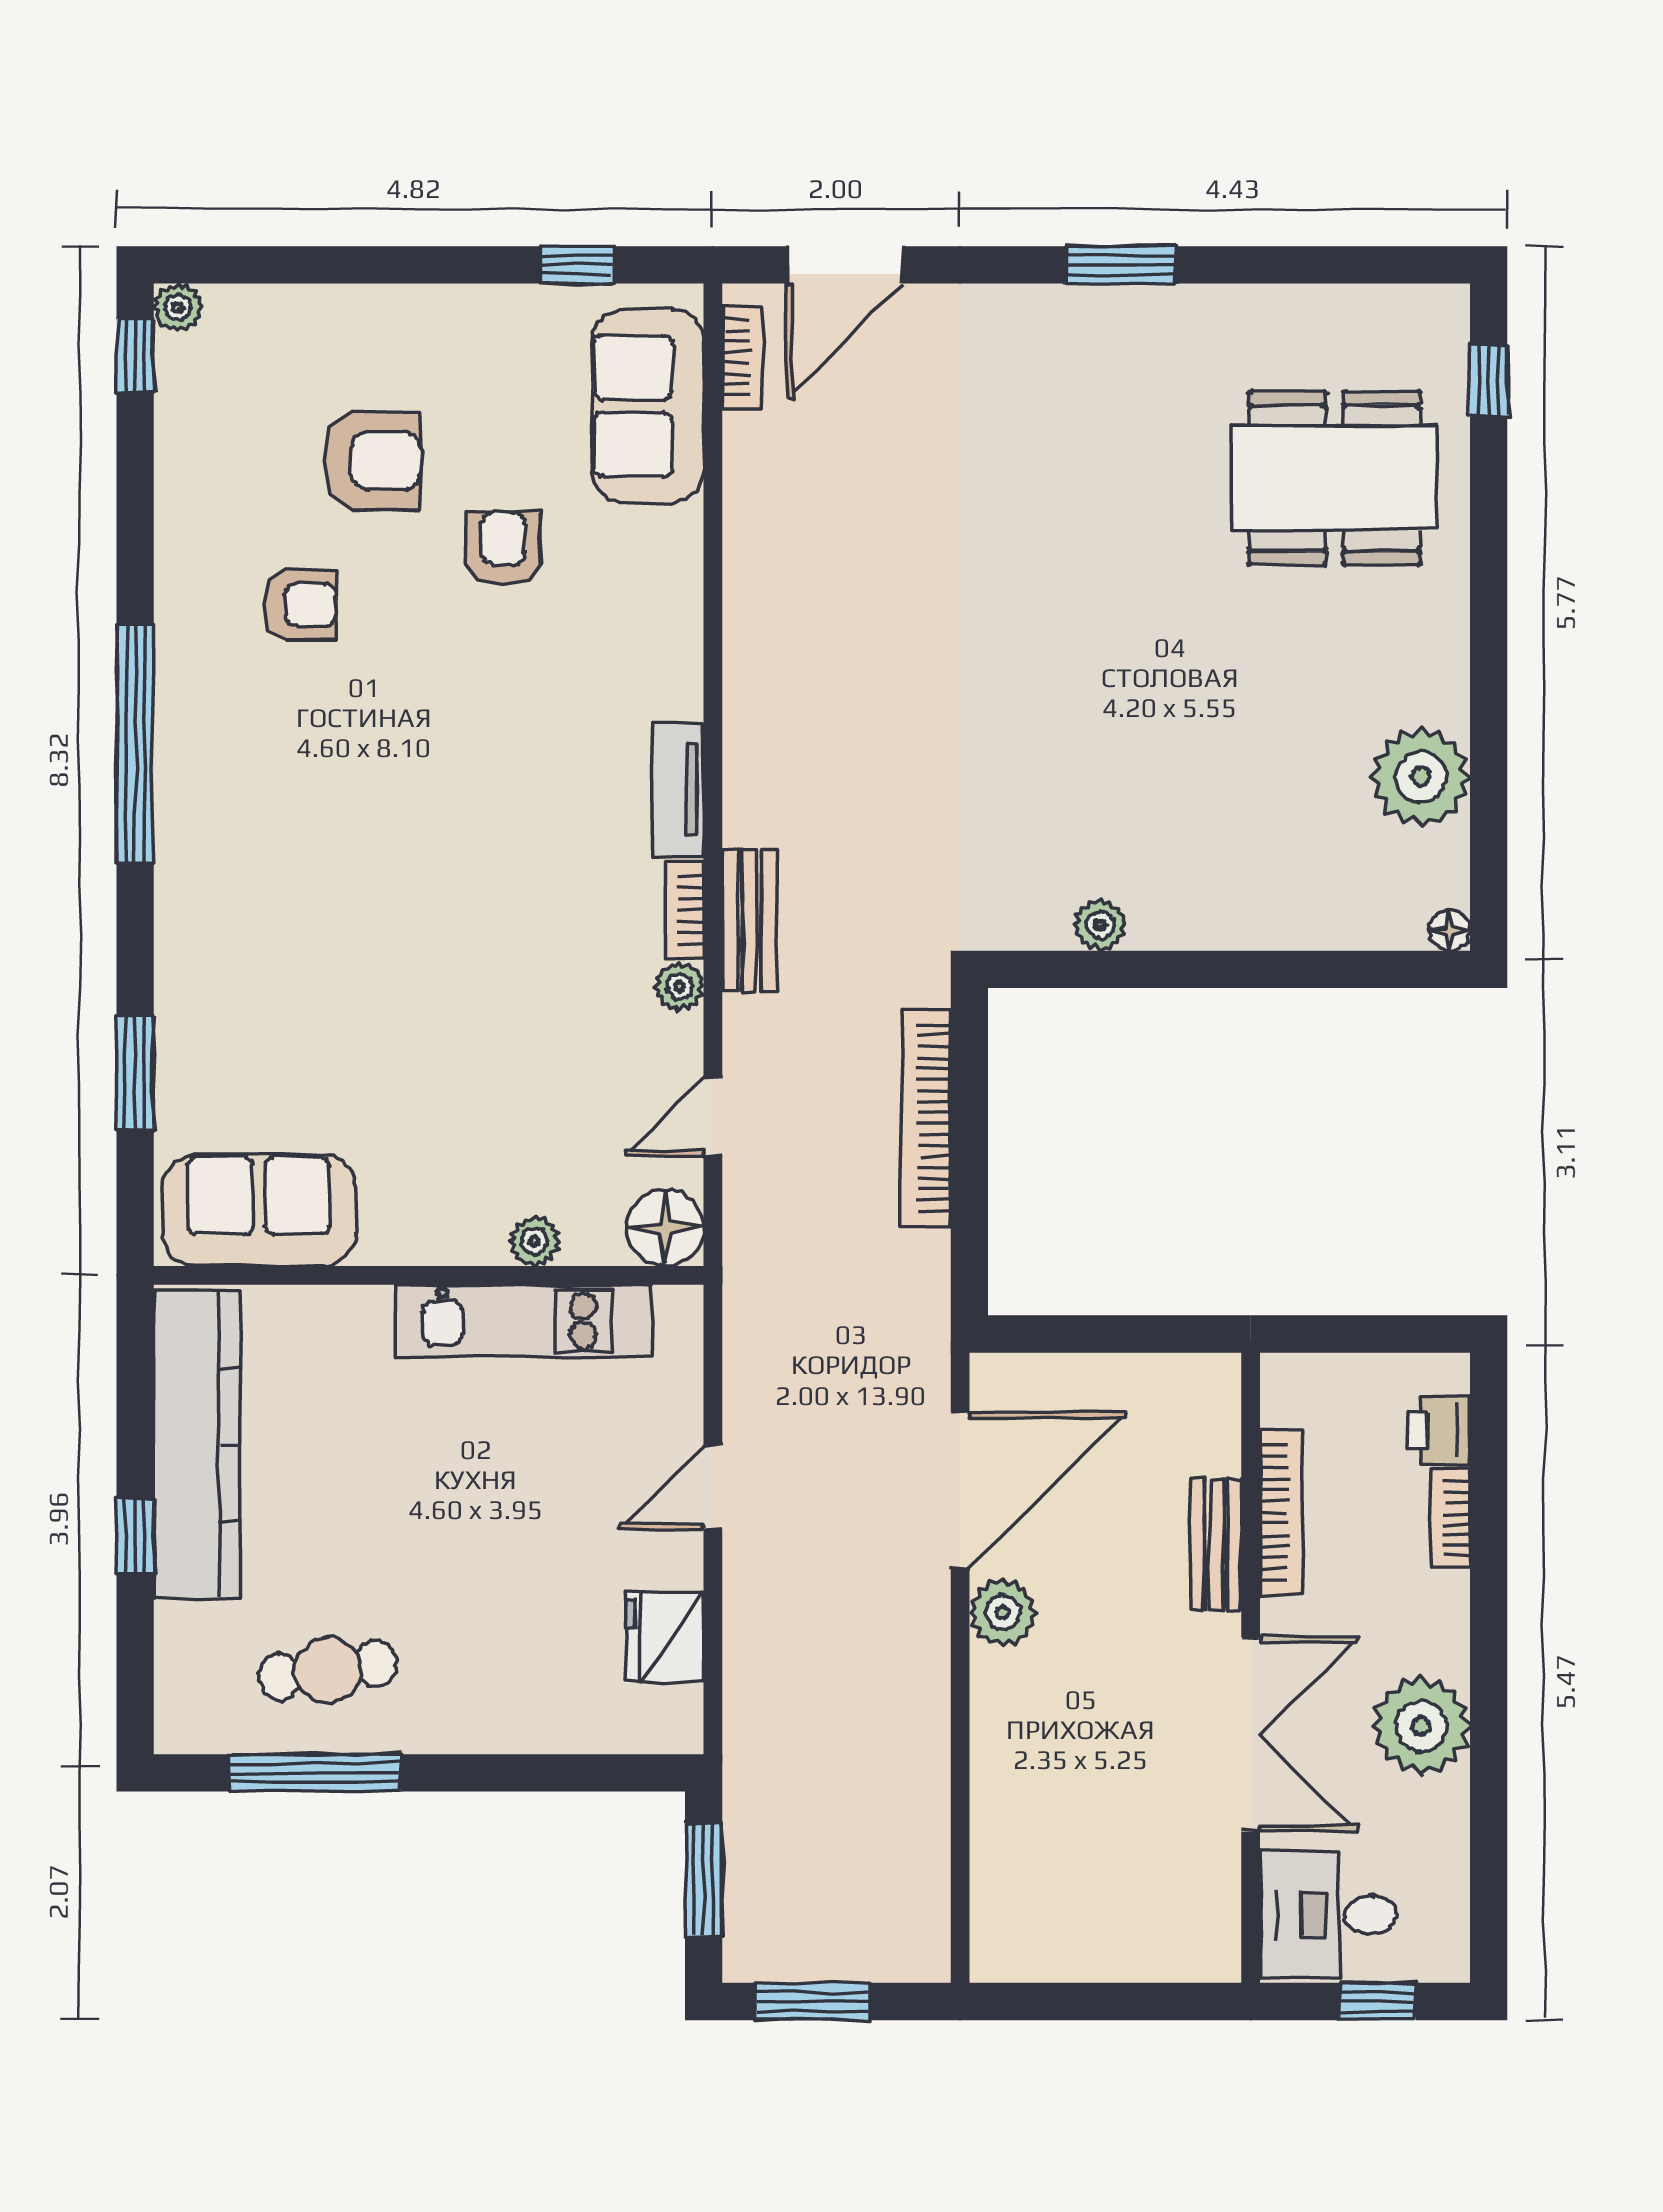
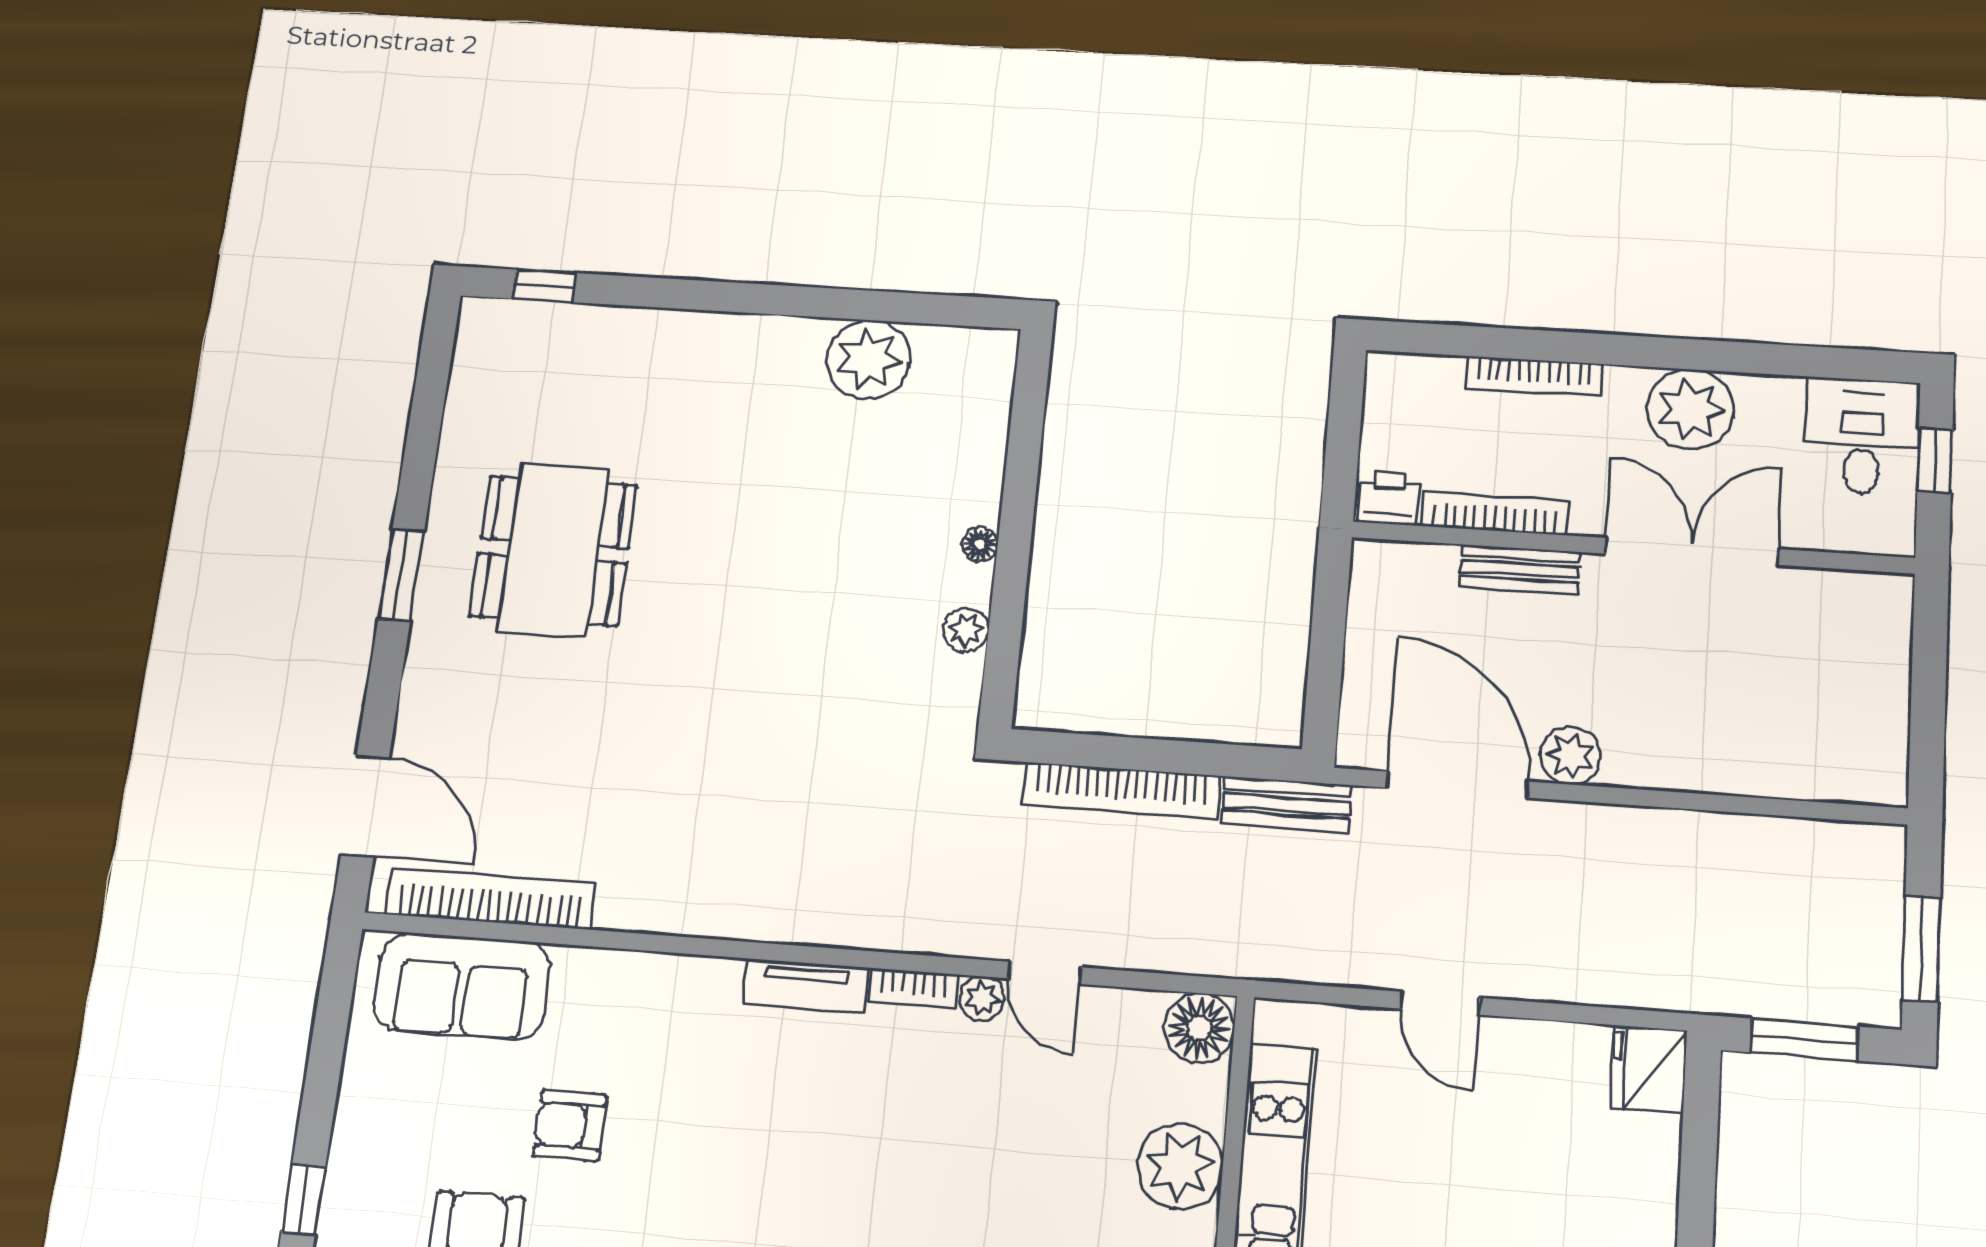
window: (577, 265) -> (303, 1200), moved
bookcase: (743, 357) -> (491, 899), width x2.31, depth x1.31
dining table: (1334, 478) -> (553, 551), moved
bench: (749, 920) -> (1286, 804), moved
floor lamp: (1449, 930) -> (980, 544), moved
door: (713, 1116) -> (1045, 973), moved
plant: (534, 1241) -> (1180, 1166), width x1.88, depth x1.88
printer: (1439, 1430) -> (1389, 498), moved, turned 180
bookcase: (1450, 1519) -> (1534, 376), width x1.56
fridge: (665, 1637) -> (1649, 1069), moved, turned 90
desk: (1328, 1915) -> (1862, 436), moved, turned 180

